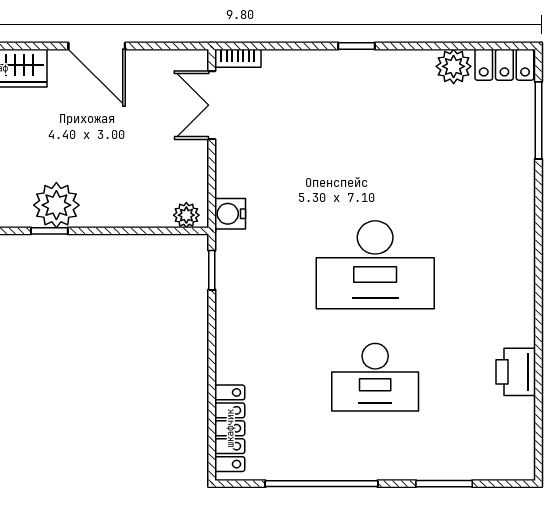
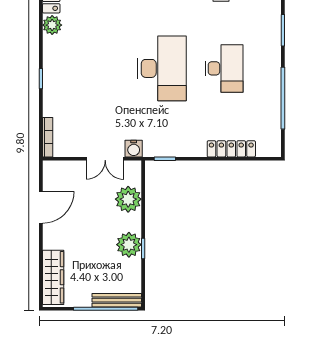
door: (97, 46) -> (41, 207), moved
bookcase: (238, 58) -> (48, 137), width x1.56
double door: (212, 105) -> (105, 159), moved
plant: (186, 215) -> (128, 199), moved, width x1.88, depth x1.88
locker: (230, 428) -> (231, 149), moved

